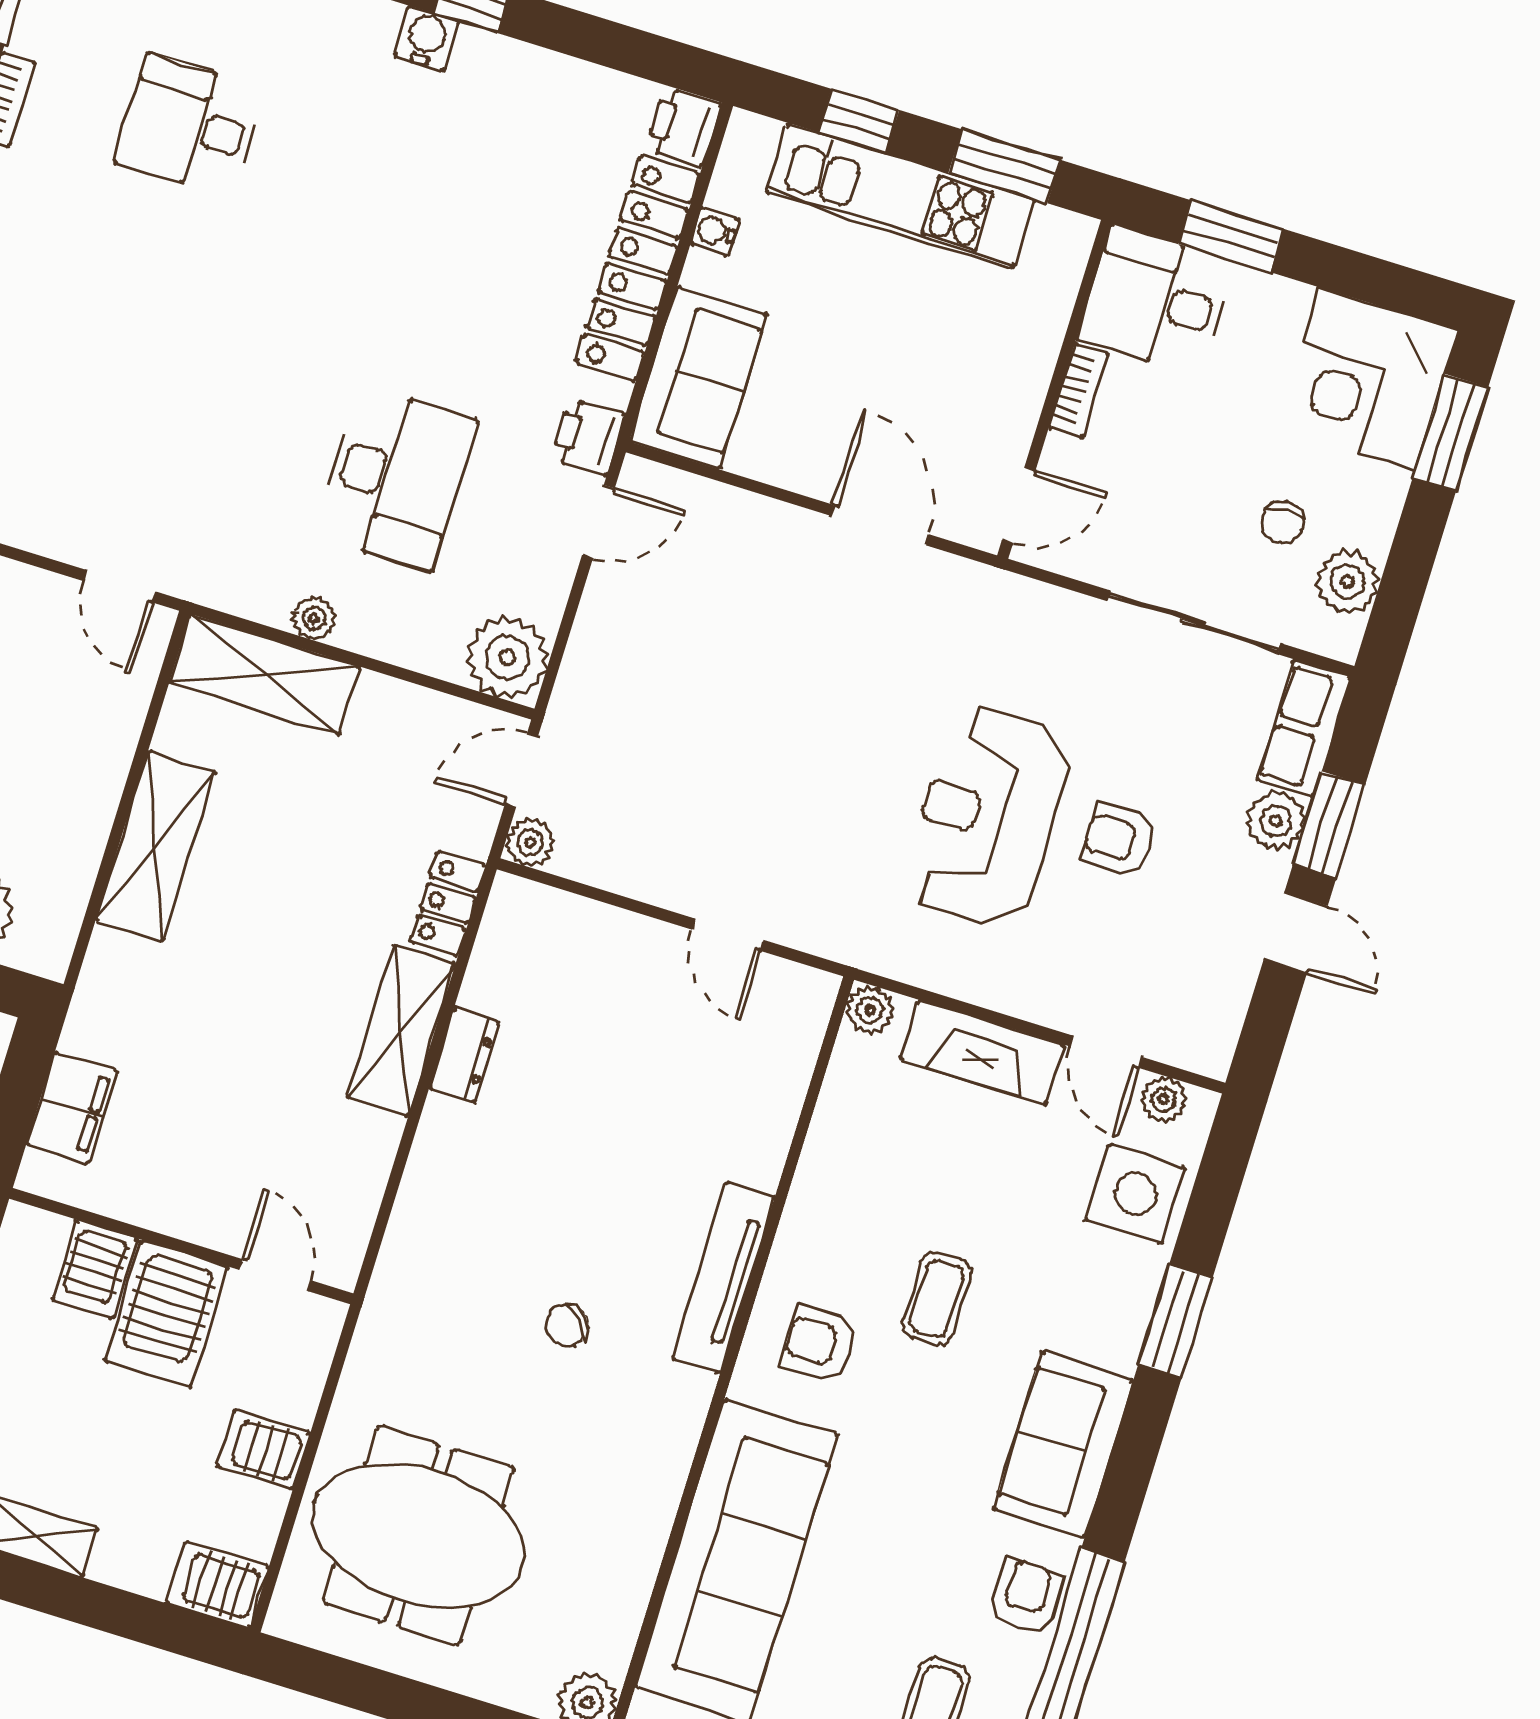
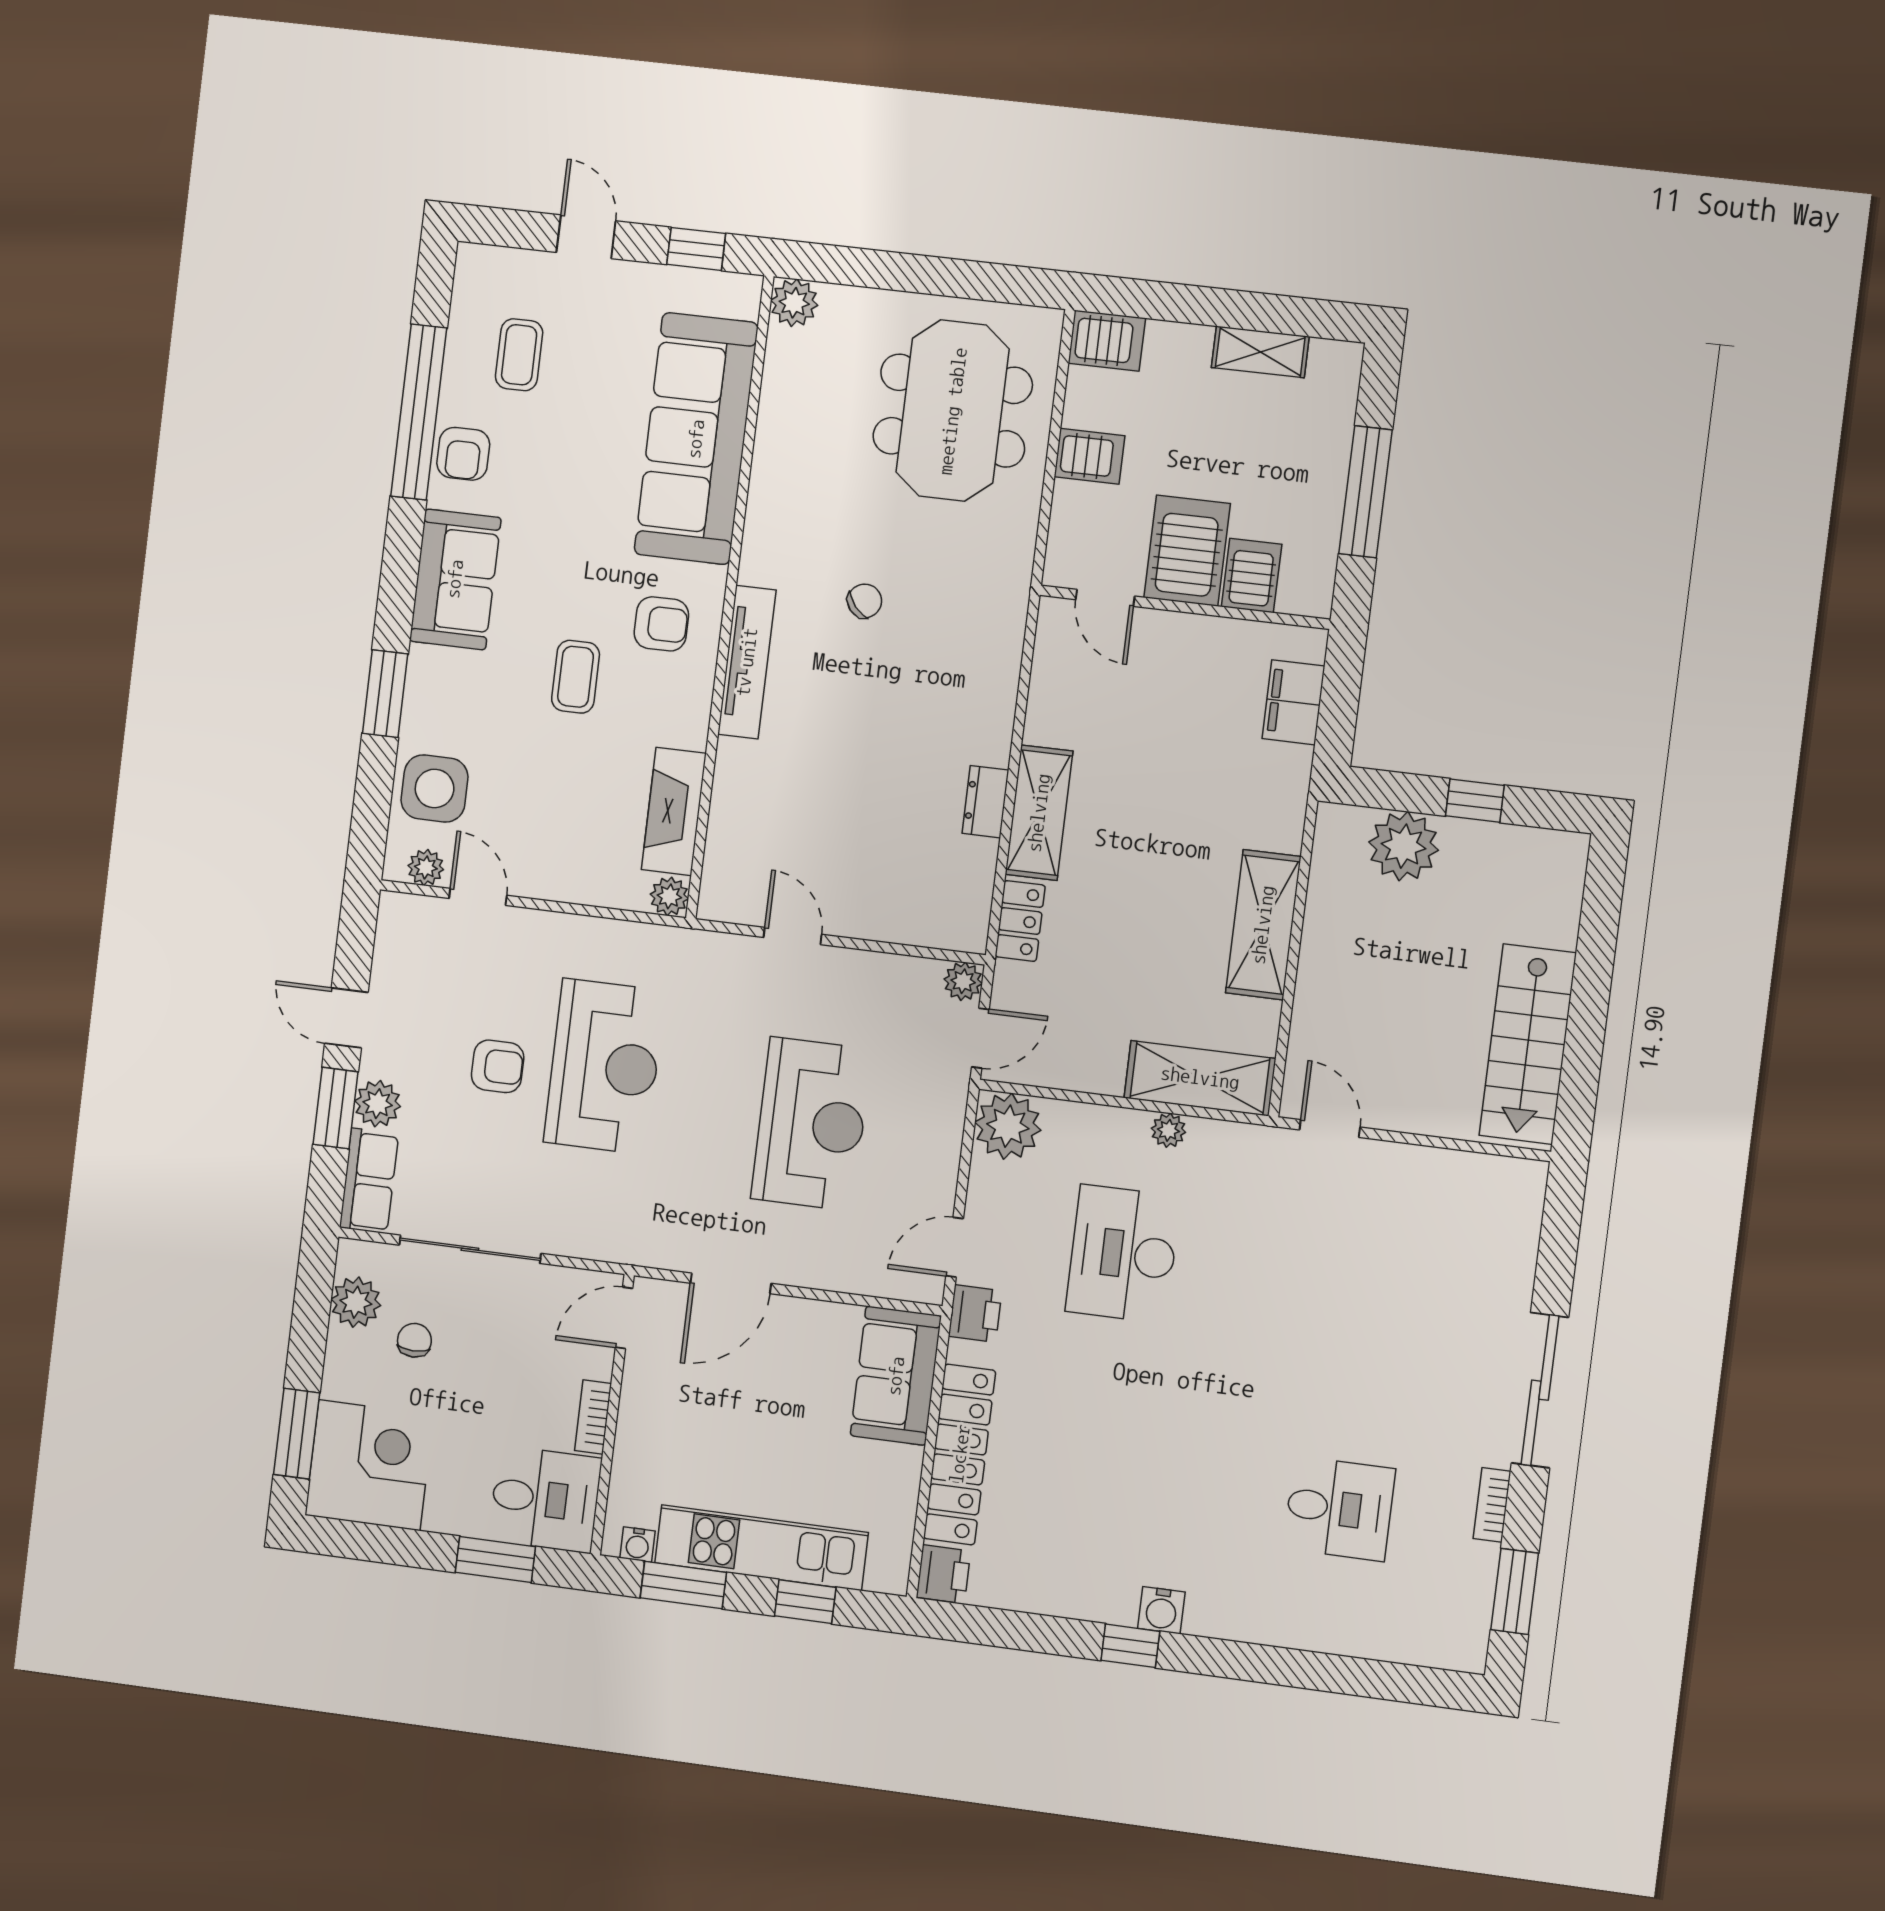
water cooler: (715, 232) -> (637, 1544), moved, turned 90
door: (880, 525) -> (731, 1283), hinge flipped
reception desk: (746, 702) -> (811, 1124), added
fireplace: (982, 1052) -> (674, 811), moved, turned -90
meeting table: (419, 1536) -> (953, 411), turned 90

